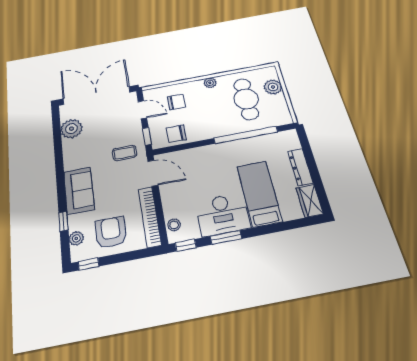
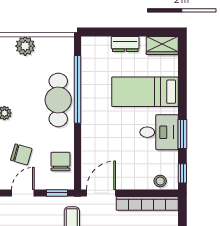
cafe table: (246, 99) -> (58, 100), moved, turned 90
chair: (176, 102) -> (21, 154), turned 106
chair: (176, 134) -> (61, 162), turned 180
dresser: (300, 167) -> (125, 44), width x0.70
desk: (223, 214) -> (159, 132), width x0.73

